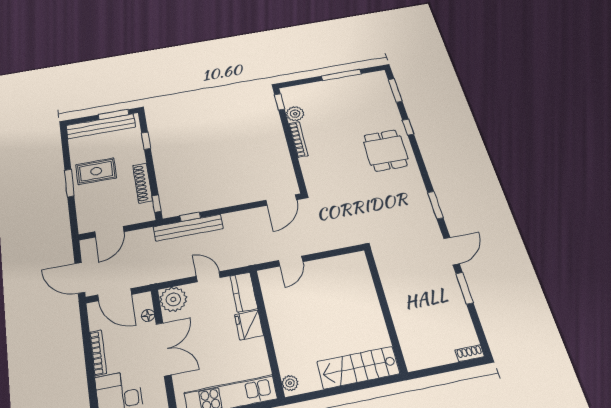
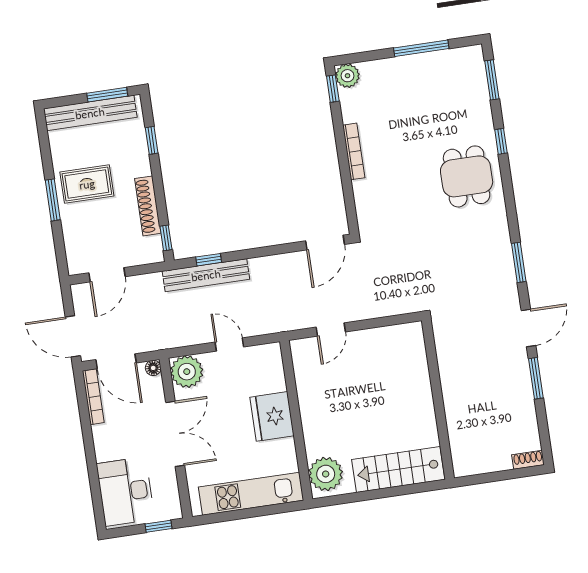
plant: (295, 114) -> (348, 76), moved
kitchen counter: (244, 292) -> (272, 367), removed
floor lamp: (148, 315) -> (153, 368), moved
fridge: (249, 325) -> (272, 416), width x1.36, depth x1.34
bookcase: (98, 353) -> (93, 397), moved
plant: (290, 383) -> (326, 474), width x1.88, depth x1.88

